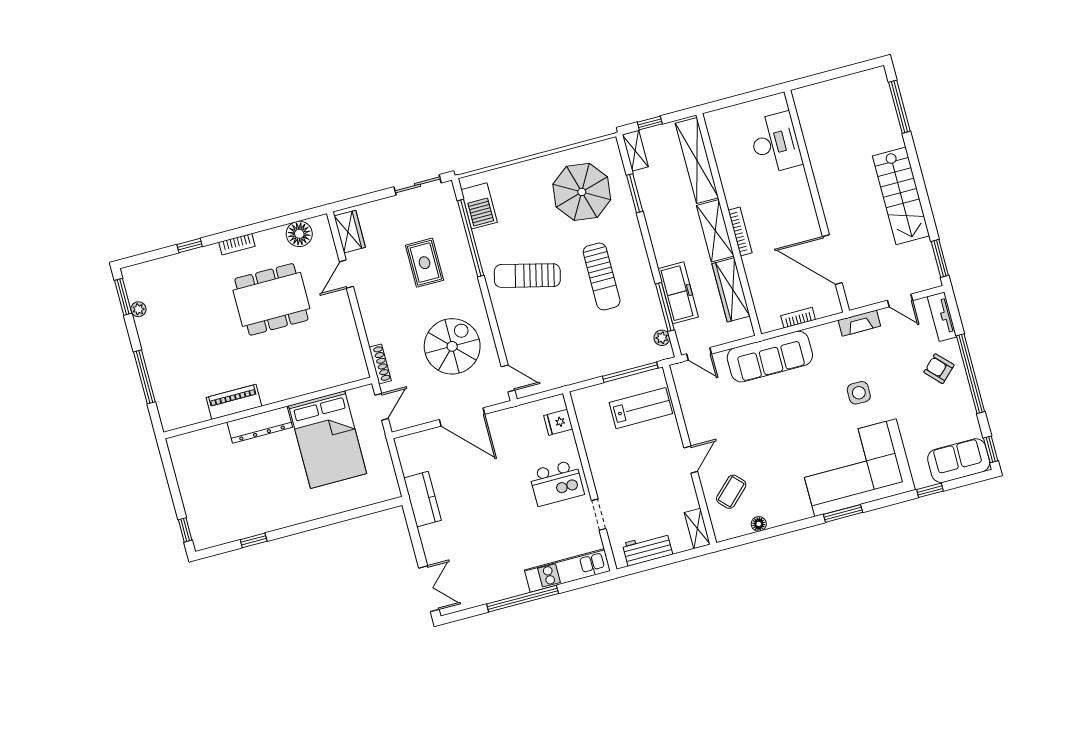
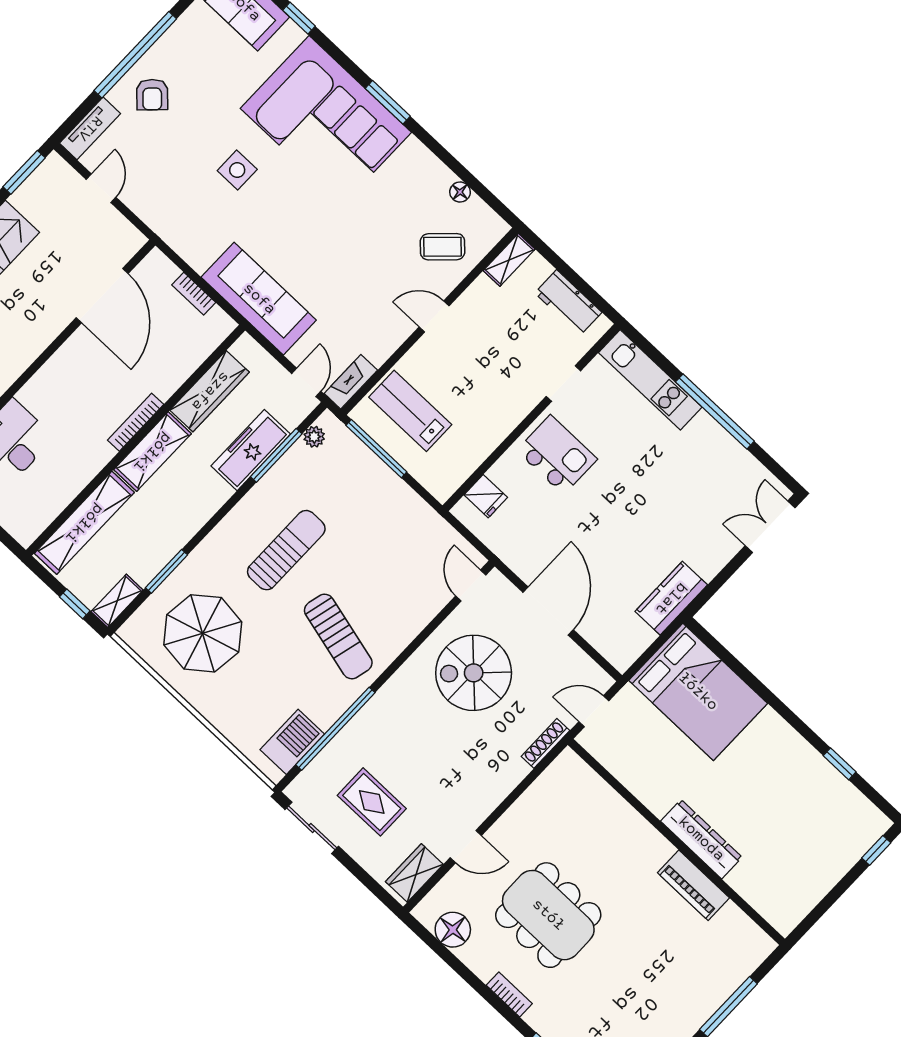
rug: (424, 263) -> (372, 802), moved, turned 90
fireplace: (859, 323) -> (351, 382), moved, turned -90
bed: (328, 440) -> (698, 692), moved, turned 90

